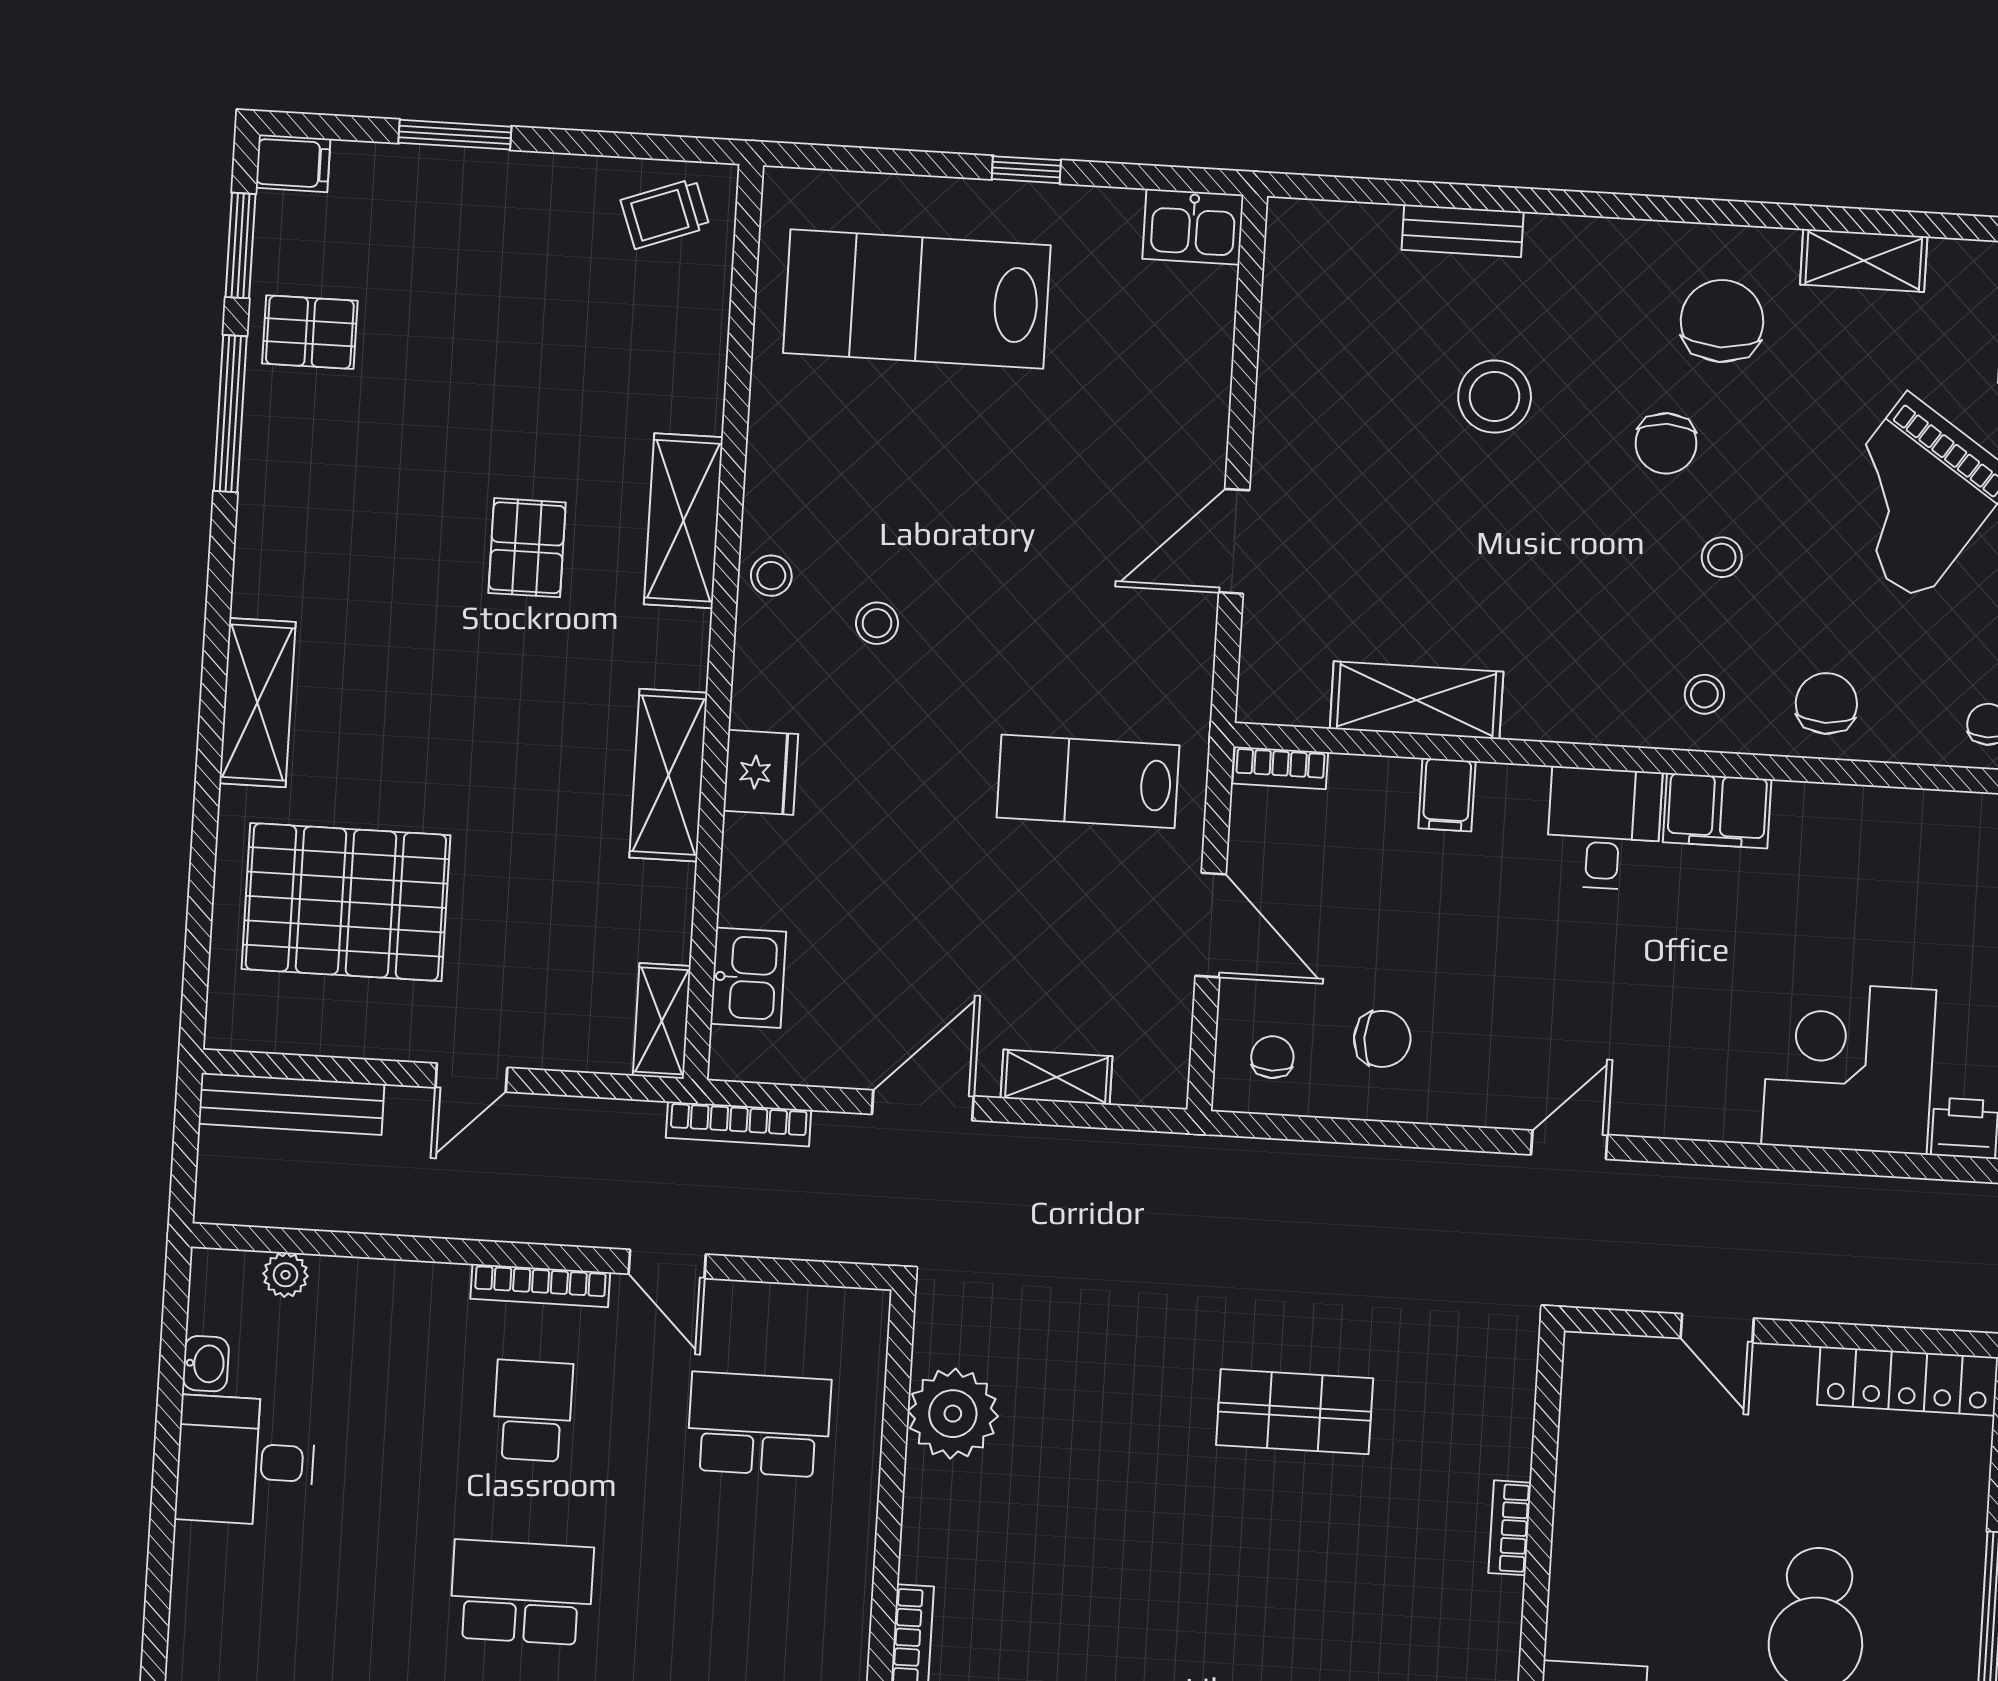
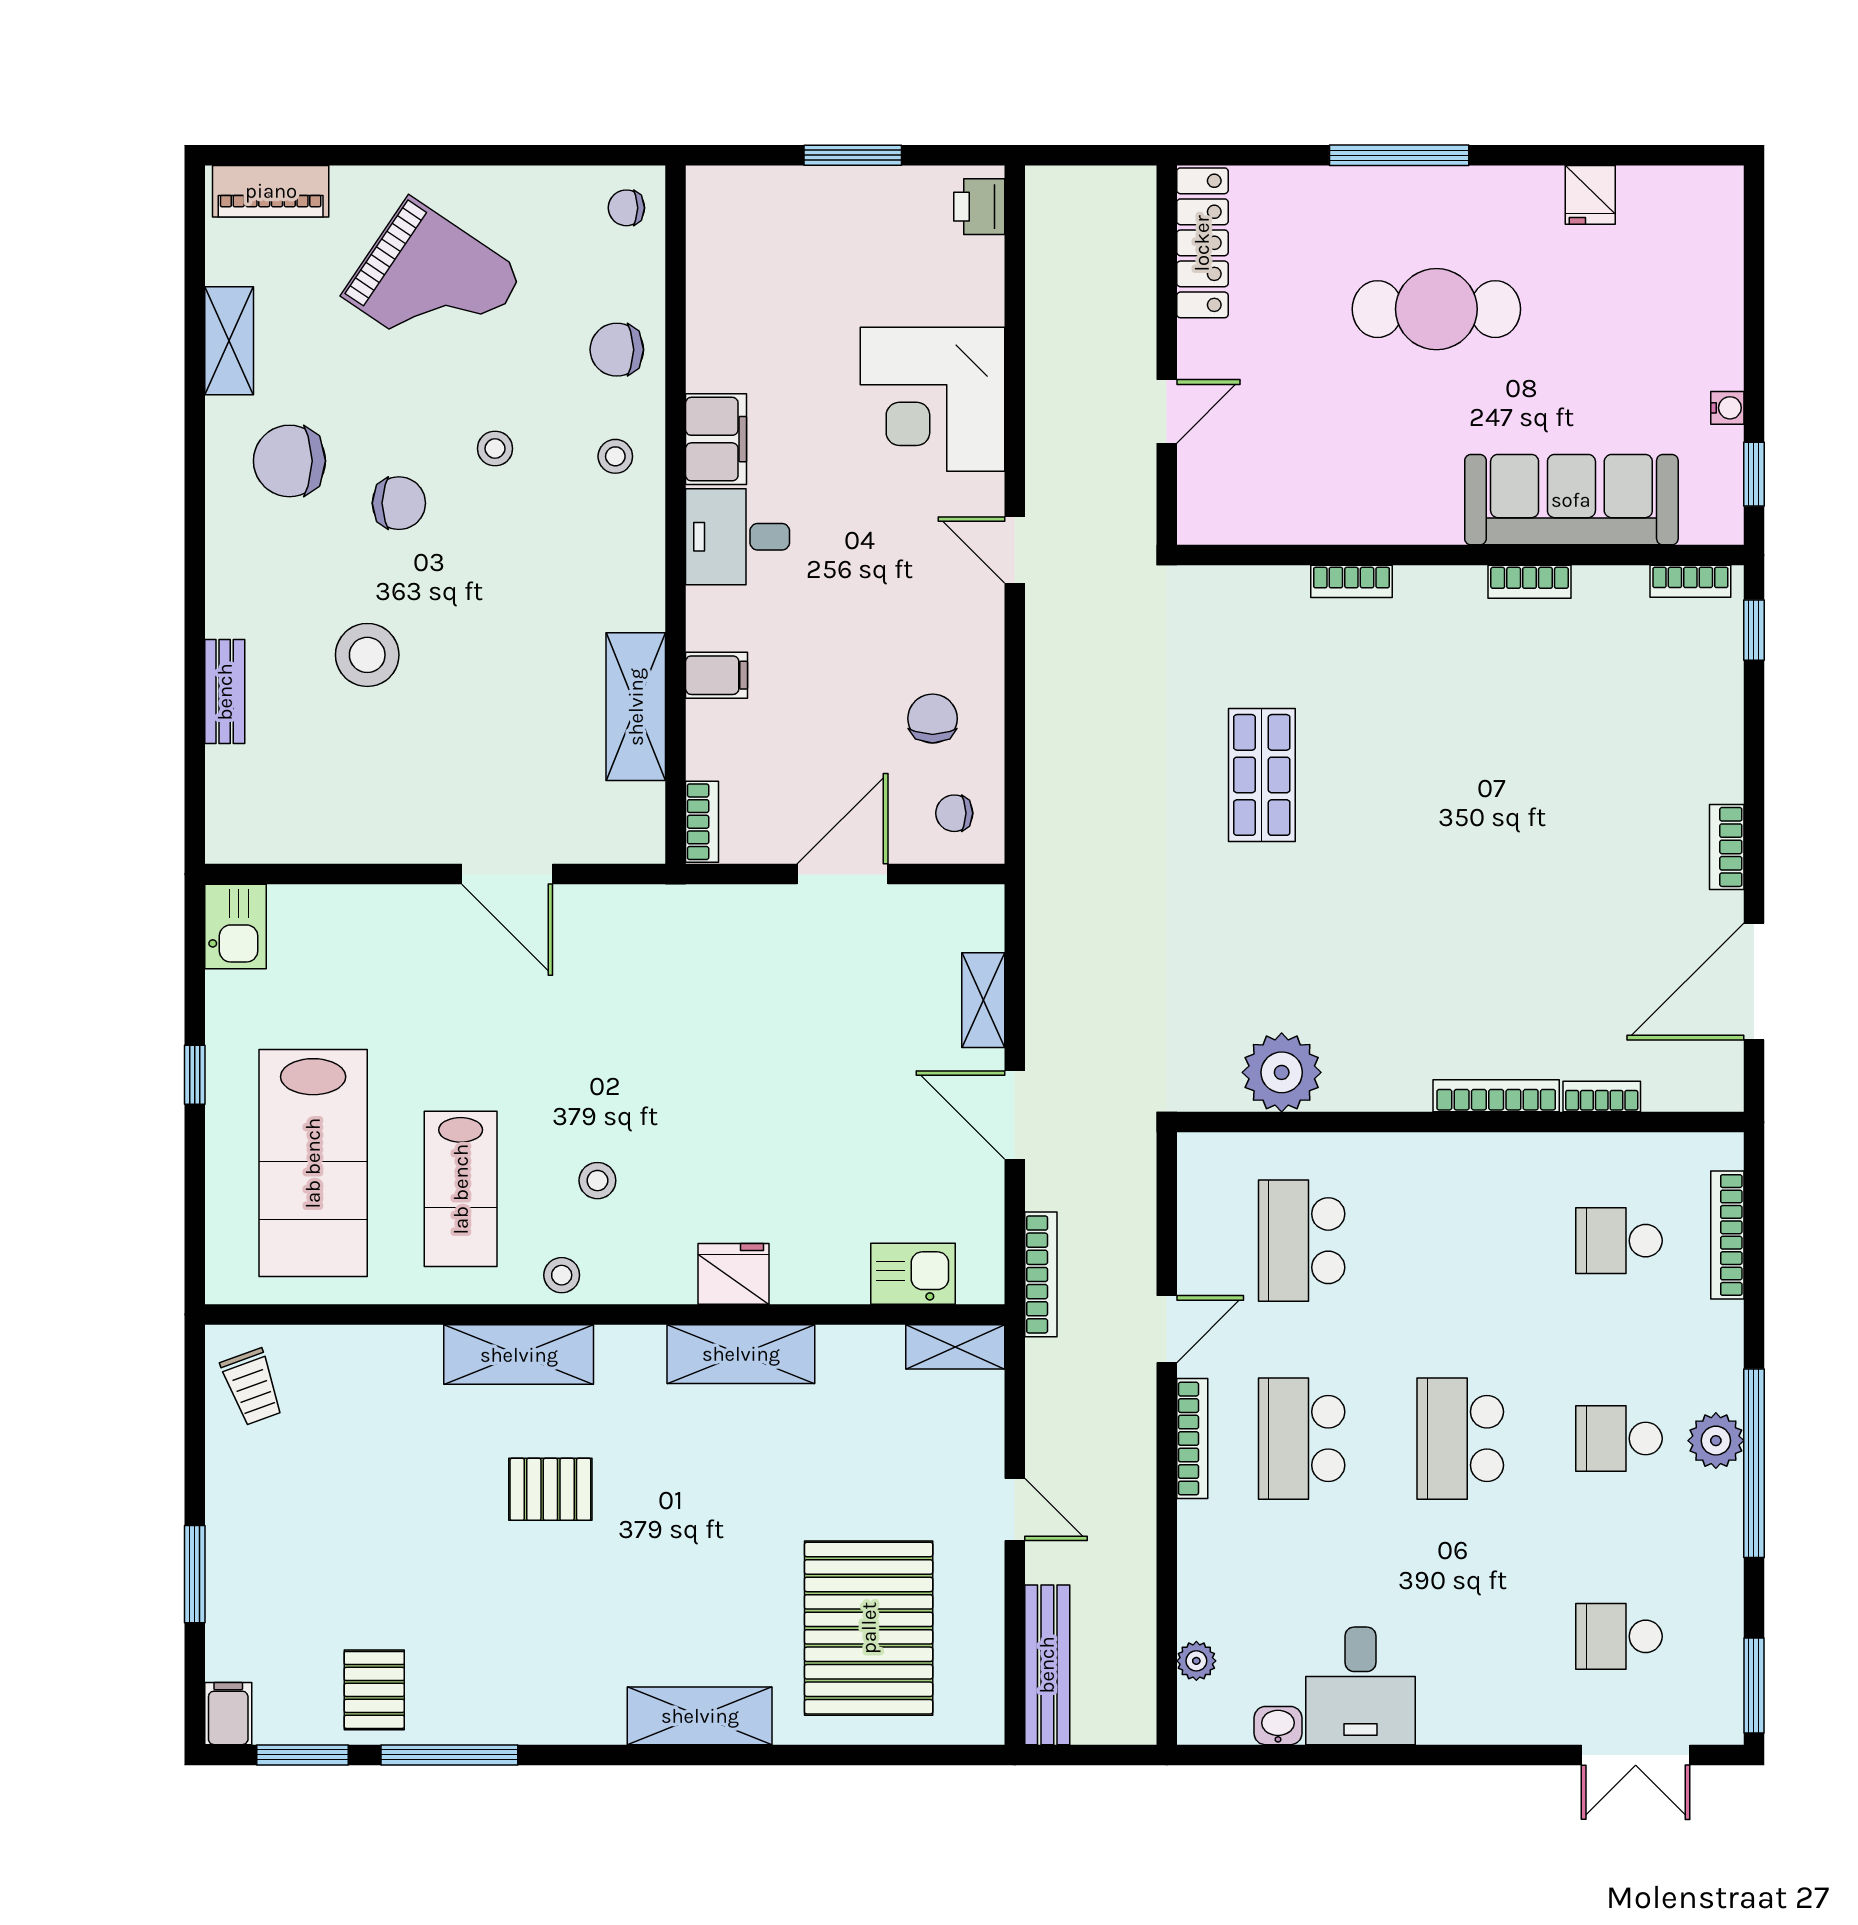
lab bench: (1088, 781) -> (461, 1189), moved
corner desk: (1849, 1067) -> (933, 399), moved
school desk: (533, 1411) -> (1302, 1439), width x1.85

